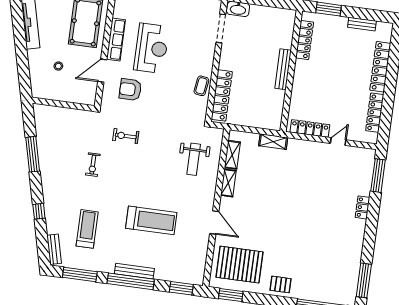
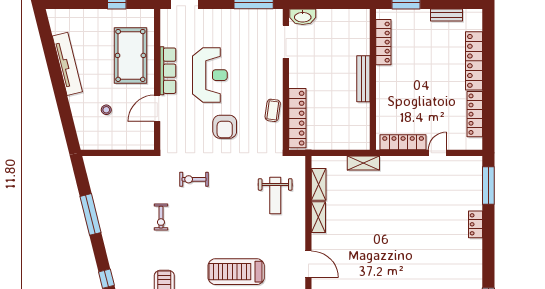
armchair: (130, 90) -> (225, 127), moved, turned -90
treadmill: (151, 220) -> (236, 272), turned 180

